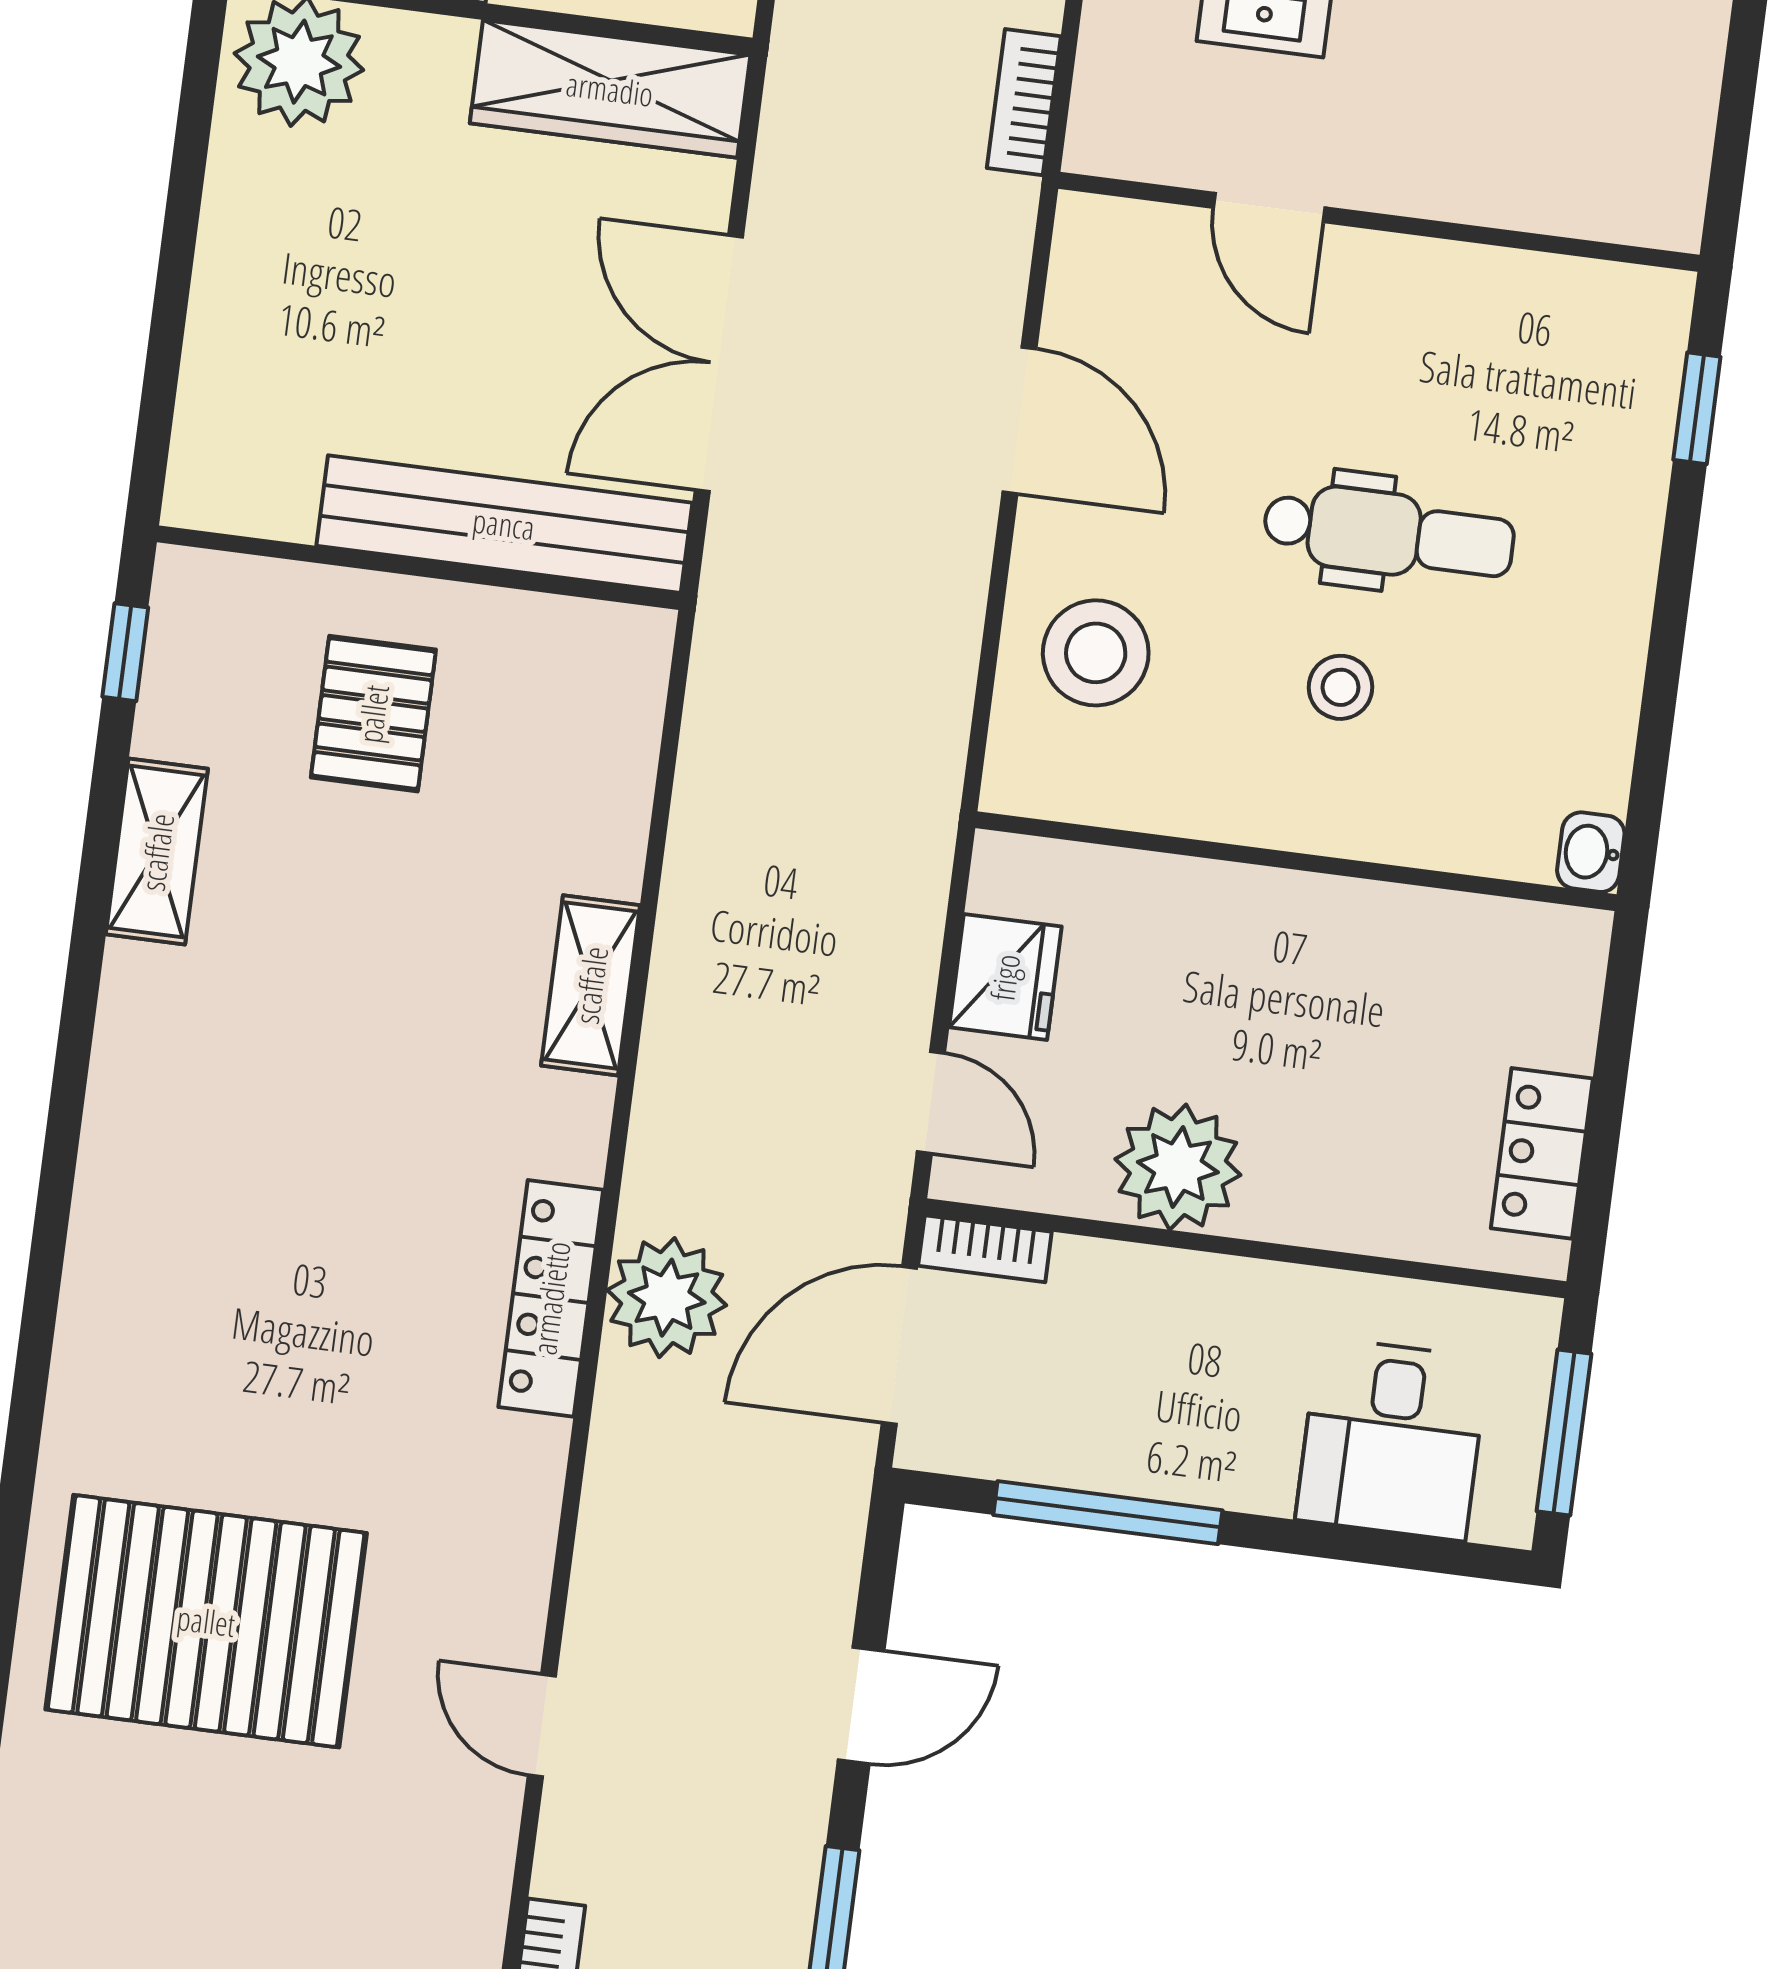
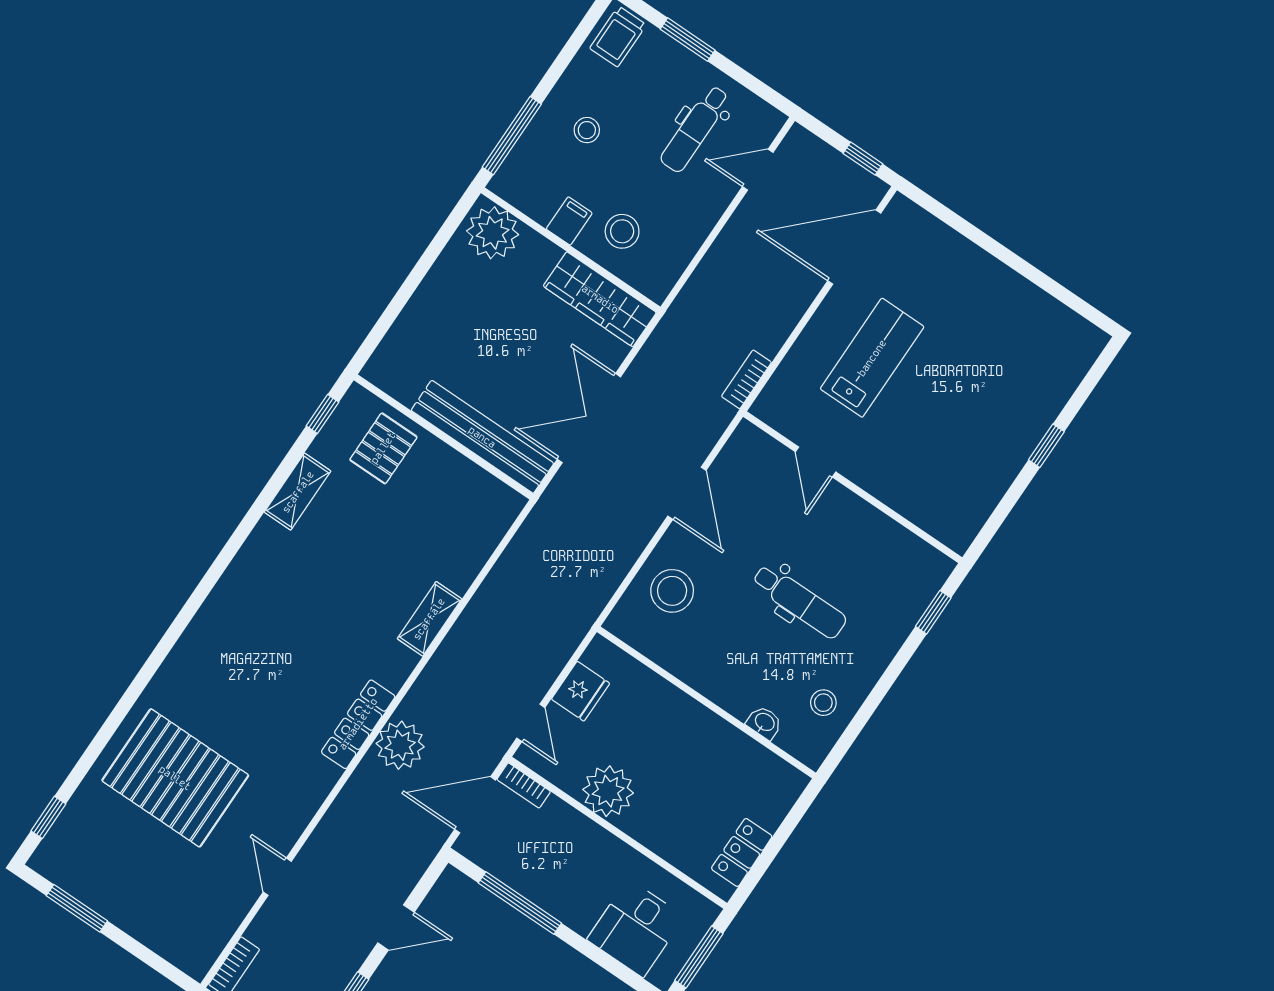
stool: (1341, 687) -> (823, 703), moved
pallet: (373, 714) -> (383, 448), moved
washbasin: (1591, 852) -> (764, 723), moved, turned 90

